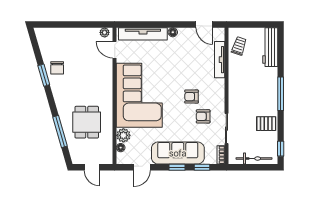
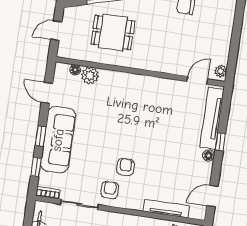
window: (160, 25) -> (220, 142), added
corner sofa: (139, 95) -> (137, 102), removed
armchair: (203, 116) -> (110, 190), moved

